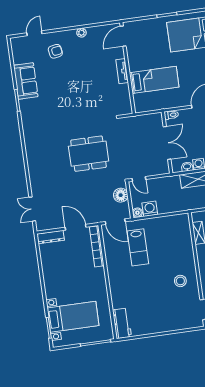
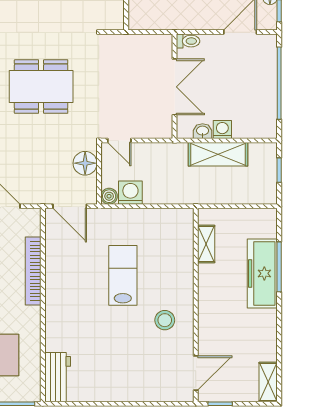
bookcase: (97, 246) -> (33, 271), moved
lab bench: (138, 247) -> (123, 275), moved, turned 180

